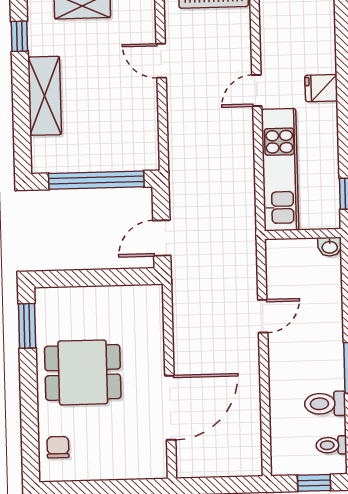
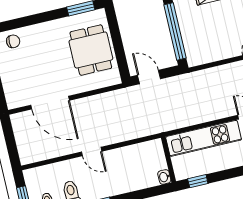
door: (263, 316) -> (92, 152), moved
dining table: (83, 372) -> (91, 50), moved

